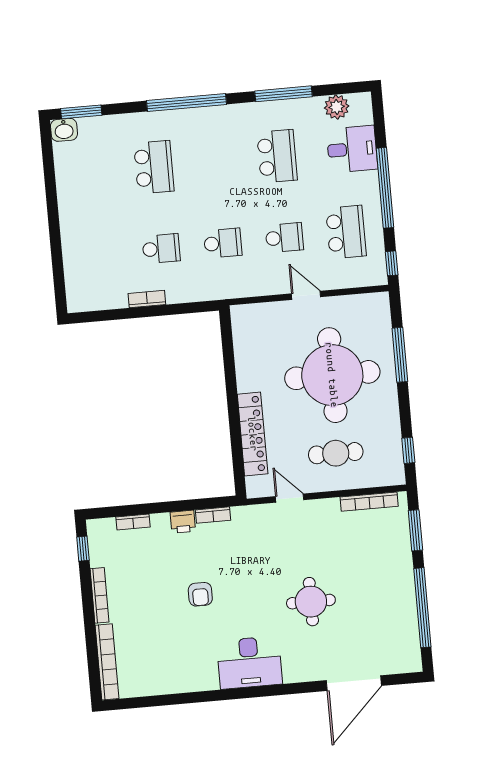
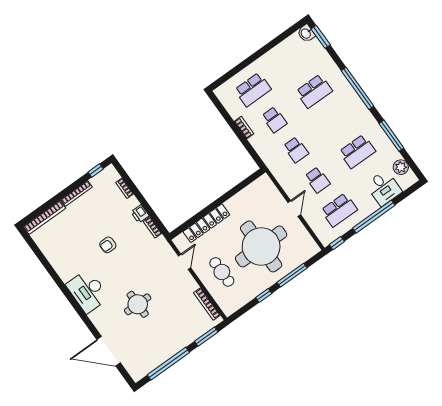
school desk: (100, 254) -> (253, 89), added
window: (408, 450) -> (264, 295), moved

